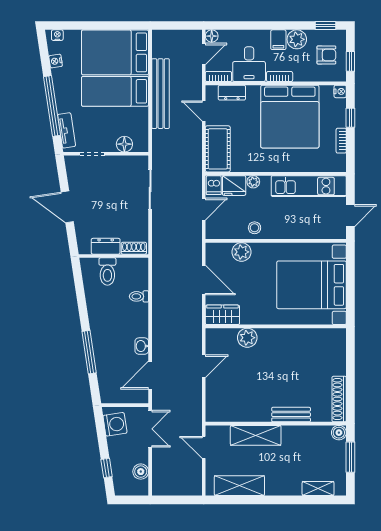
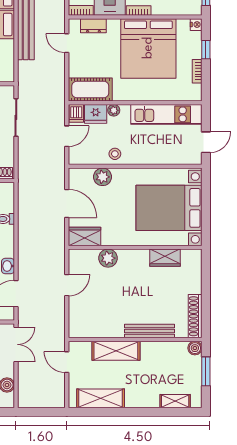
cot: (218, 149) -> (90, 90), moved, turned 90
wardrobe: (307, 337) -> (165, 258), added
bench: (291, 415) -> (150, 331), width x1.36

